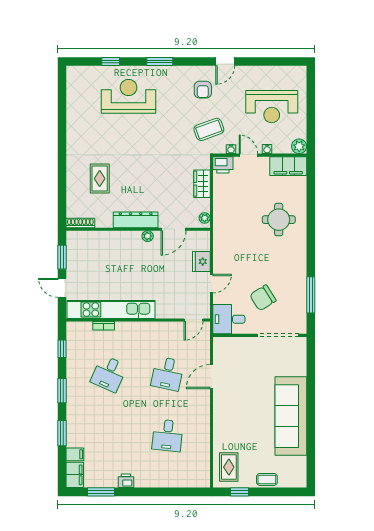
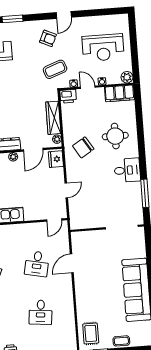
armchair: (203, 90) -> (48, 38), turned -65
wardrobe: (202, 184) -> (53, 118), width x1.50
fridge: (201, 262) -> (56, 159), moved
chair: (263, 298) -> (83, 147), moved
desk: (229, 319) -> (127, 170), moved, turned 180

